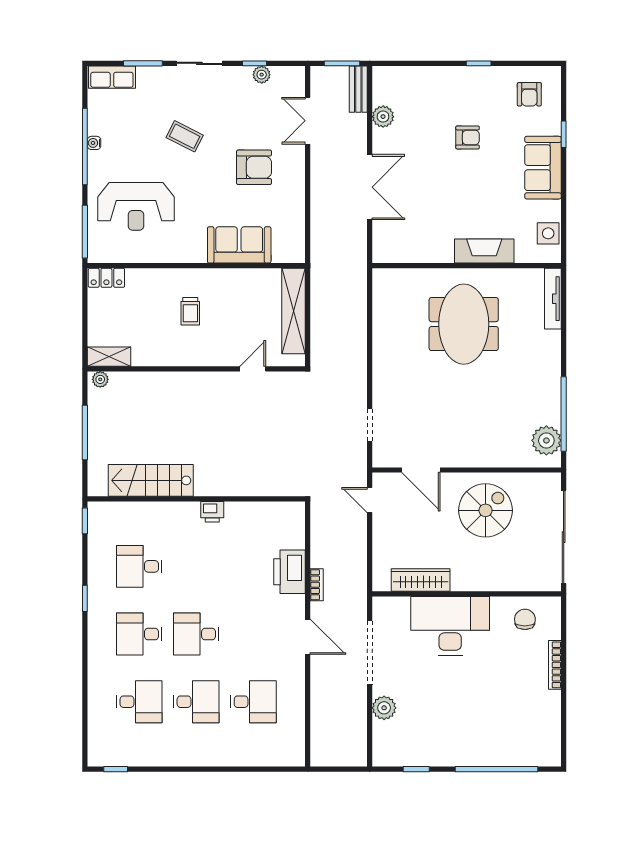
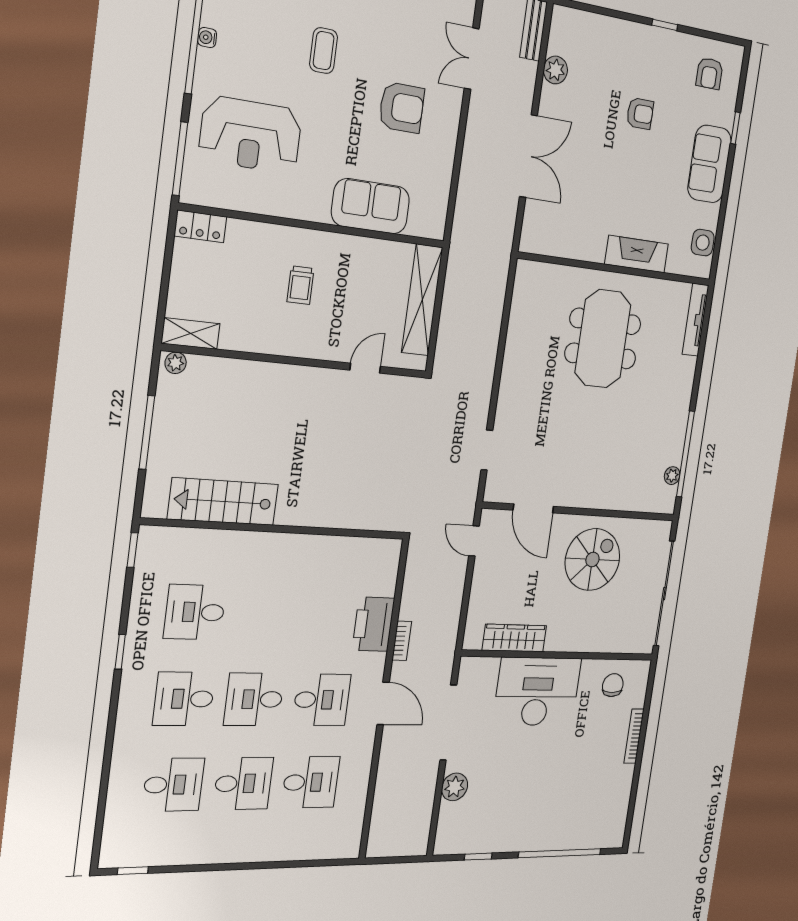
coffee table: (185, 136) -> (324, 51), turned 63
plant: (546, 440) -> (672, 476), width x0.53, depth x0.53
printer: (212, 512) -> (293, 546), removed
desk: (253, 634) -> (322, 700), added

